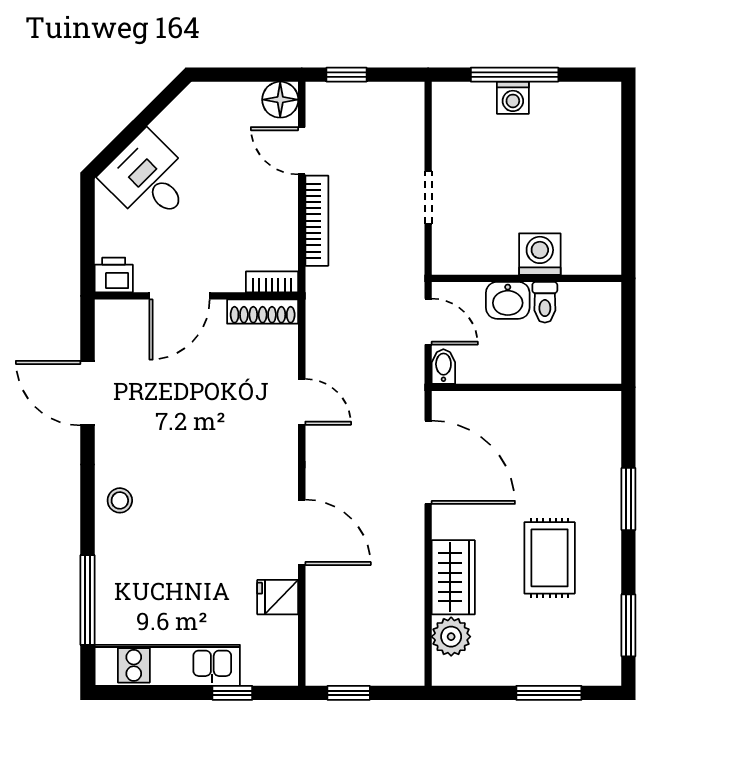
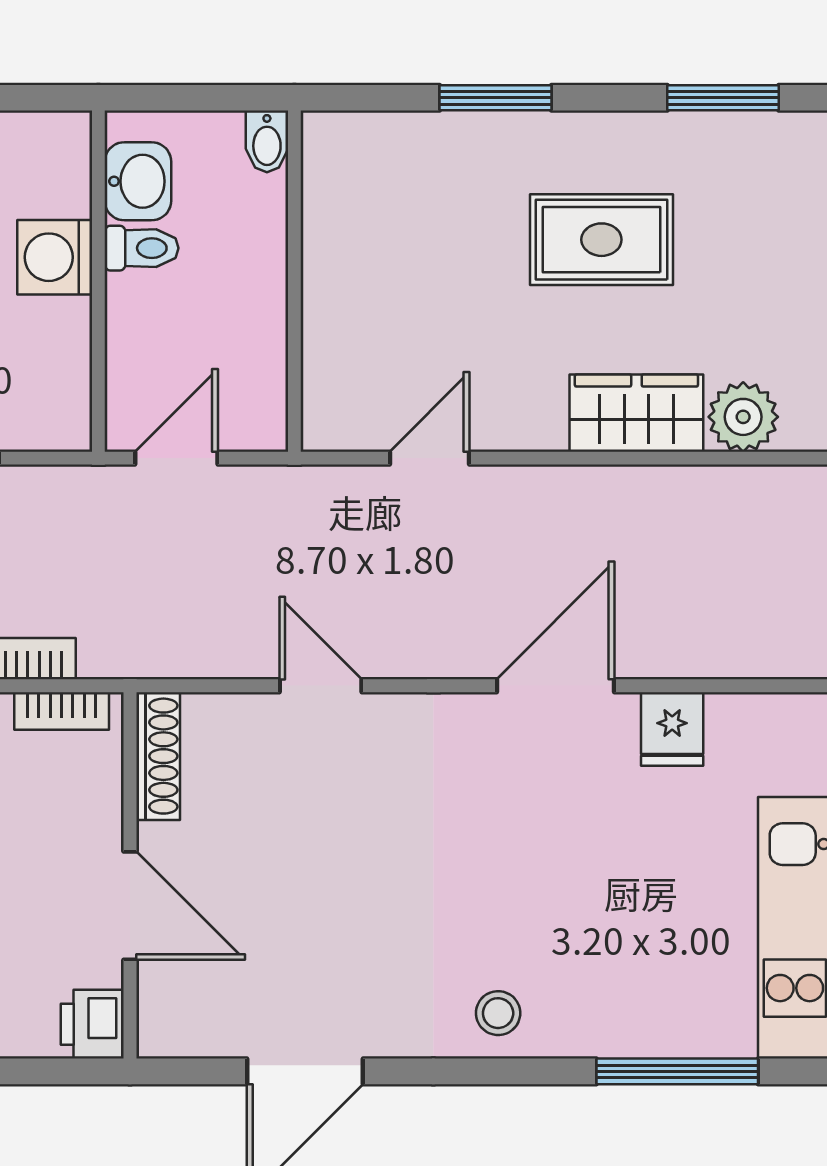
bookcase: (272, 282) -> (62, 711), moved, turned -90
washbasin: (508, 300) -> (138, 181), moved
bidet: (443, 366) -> (267, 141), moved, turned -90
door: (302, 402) -> (321, 686), hinge flipped
door: (428, 462) -> (429, 458), width x0.53

